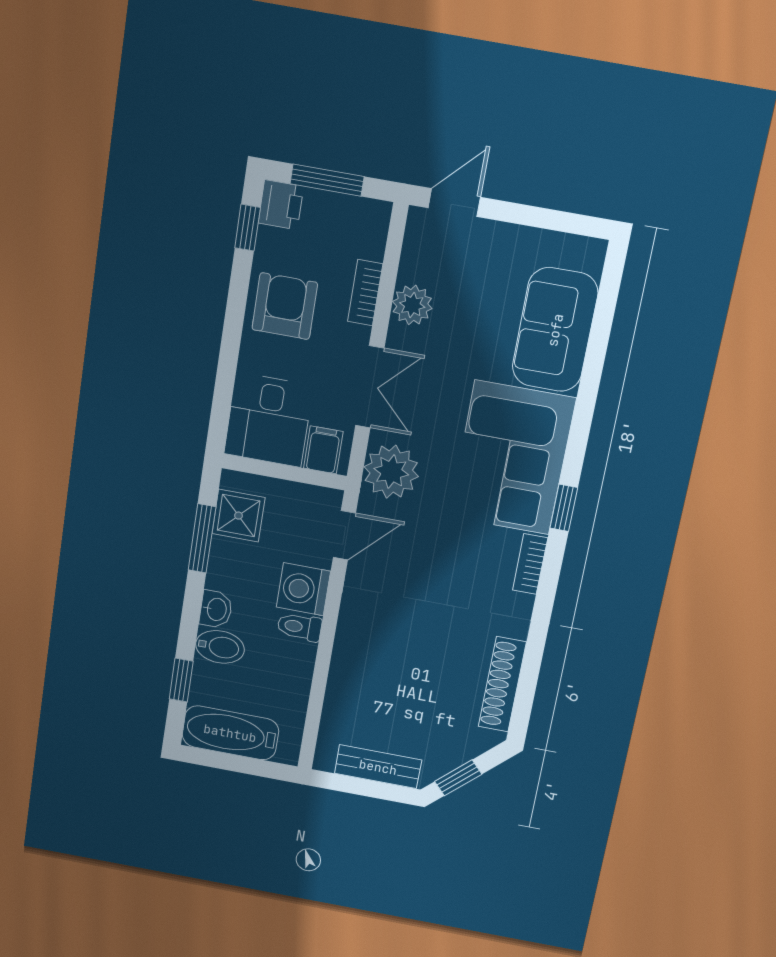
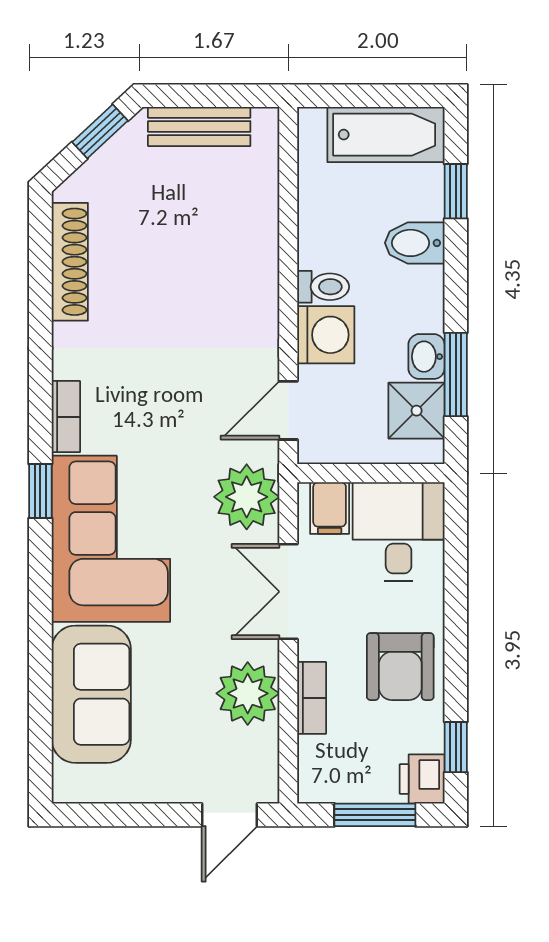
plant: (412, 305) -> (248, 693), width x1.36, depth x1.36
washbasin: (216, 609) -> (426, 357), moved

